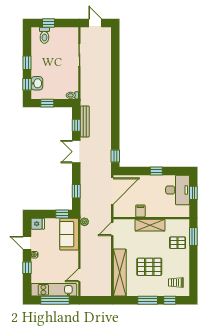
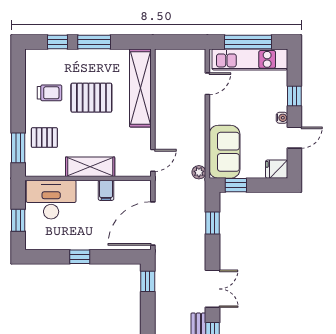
desk: (178, 190) -> (51, 200), moved, turned 90
door: (27, 243) -> (294, 138), hinge flipped
trolley: (176, 283) -> (50, 93), moved

